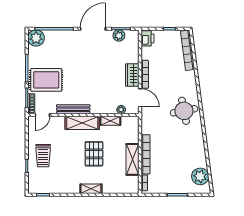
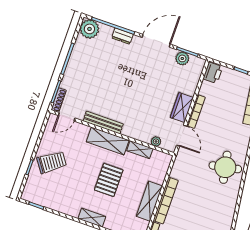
dresser: (64, 34) -> (122, 36), added
rug: (46, 80) -> (85, 79), removed
trolley: (43, 156) -> (52, 162), turned -125

